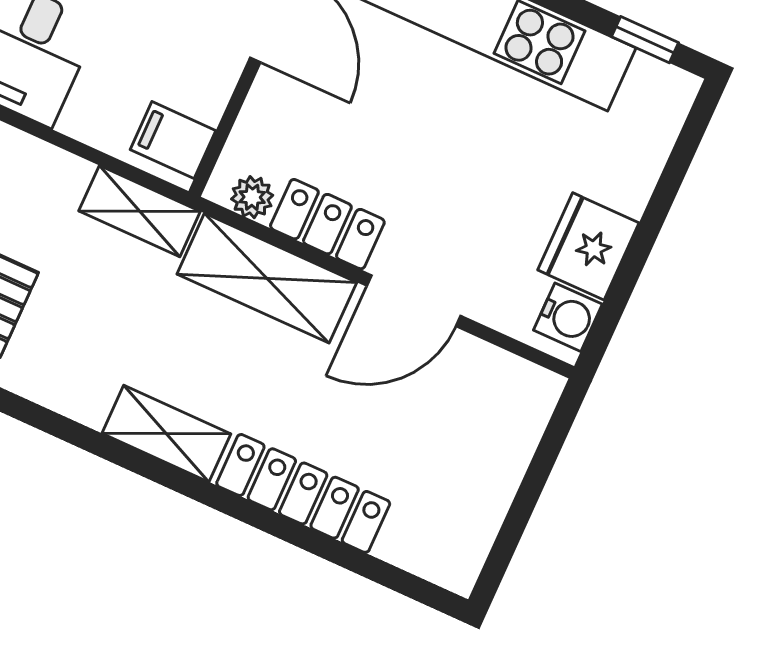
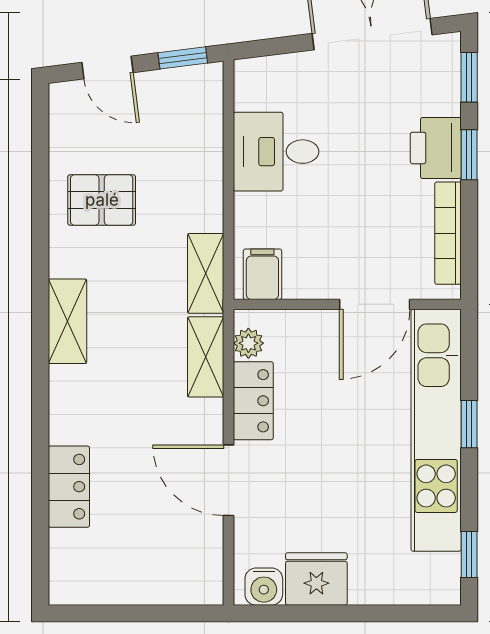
shelving: (267, 278) -> (206, 357), width x0.67, depth x0.75
shelving: (166, 434) -> (67, 321), moved
locker: (303, 493) -> (69, 487), width x0.66

